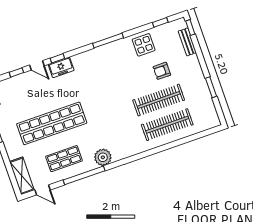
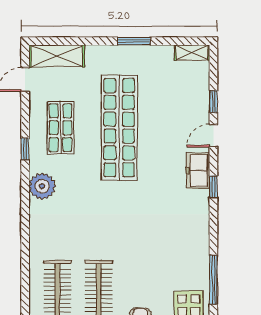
window: (108, 41) -> (213, 280), moved
window: (57, 58) -> (213, 187), moved
window: (84, 175) -> (25, 149), width x0.32

